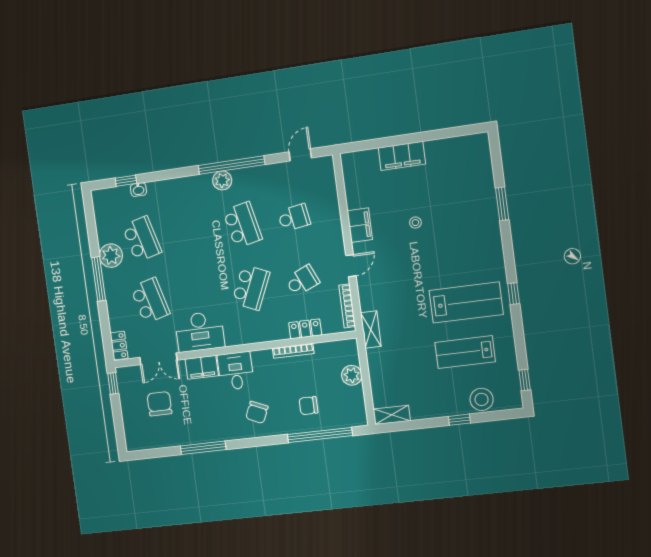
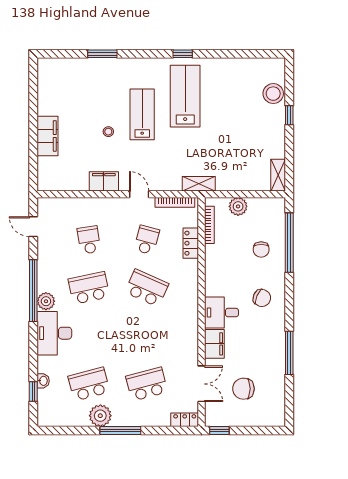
school desk: (302, 281) -> (147, 240), turned 39
desk: (200, 332) -> (54, 333), moved, turned 180
bookcase: (293, 351) -> (209, 225), moved
lab bench: (465, 352) -> (142, 114), moved, turned 180
window: (525, 380) -> (260, 54), removed

